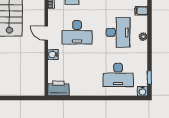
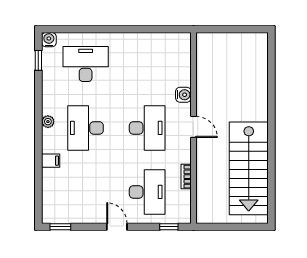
desk: (77, 32) -> (147, 128), turned 90
printer: (58, 88) -> (175, 44), removed

